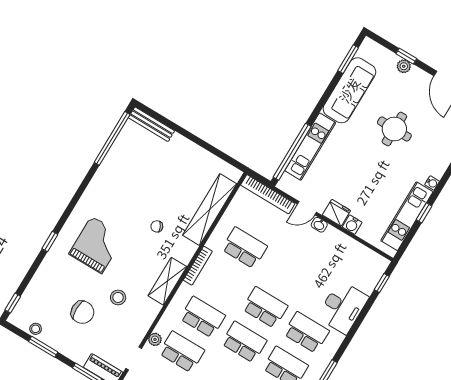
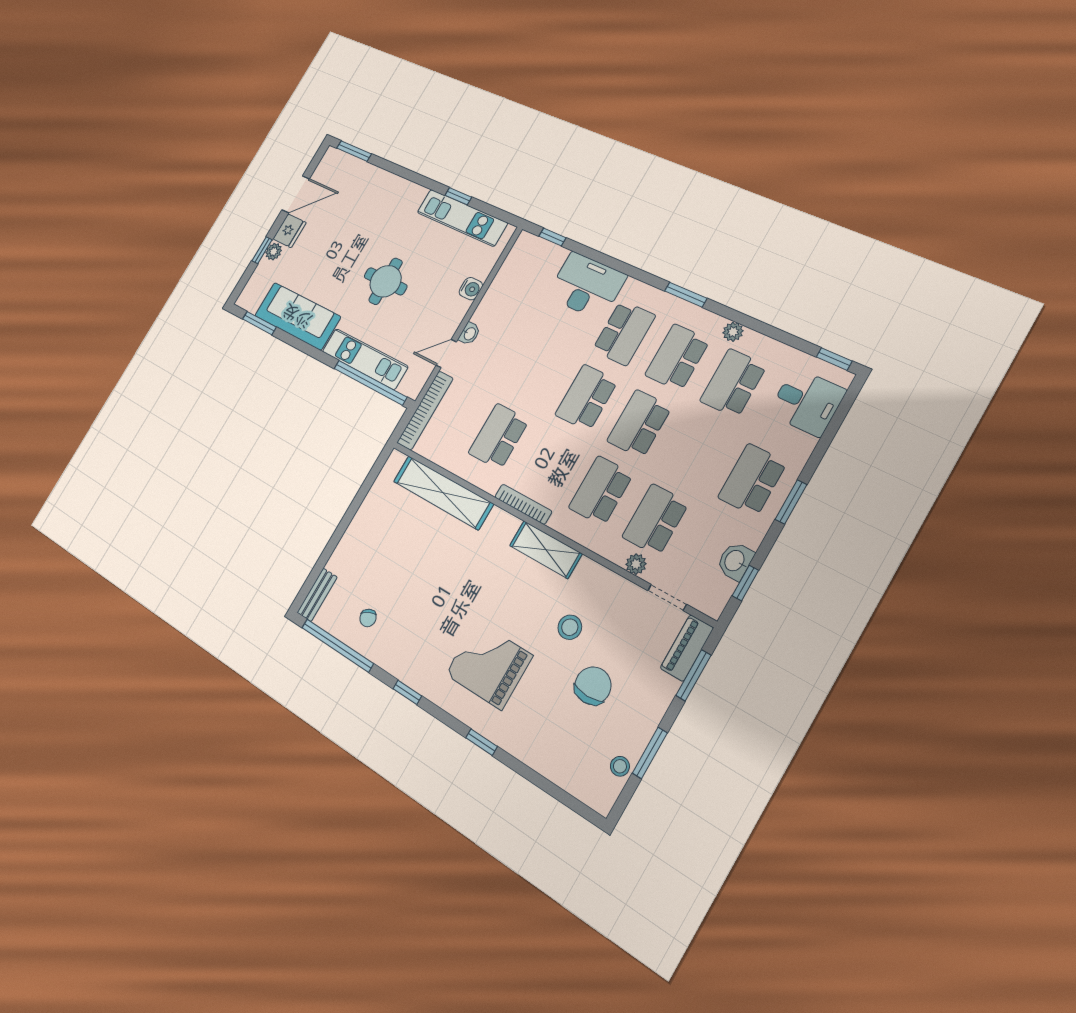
bench: (151, 124) -> (317, 595), width x0.73
round table: (394, 129) -> (386, 281), moved
water cooler: (432, 183) -> (420, 193), removed
door: (307, 208) -> (446, 354), swing flipped
fridge: (336, 213) -> (289, 231), moved, turned 180
chair: (157, 226) -> (368, 618), moved
window: (13, 303) -> (407, 692), moved
school desk: (306, 332) -> (624, 333), turned 180

